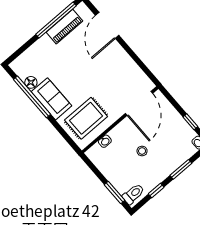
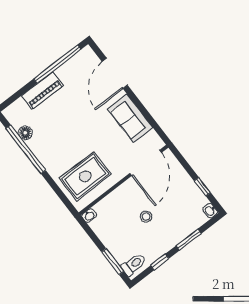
piano: (64, 27) -> (42, 91), moved
sofa: (51, 99) -> (130, 118), moved, turned 180
washbasin: (105, 141) -> (89, 216), moved

